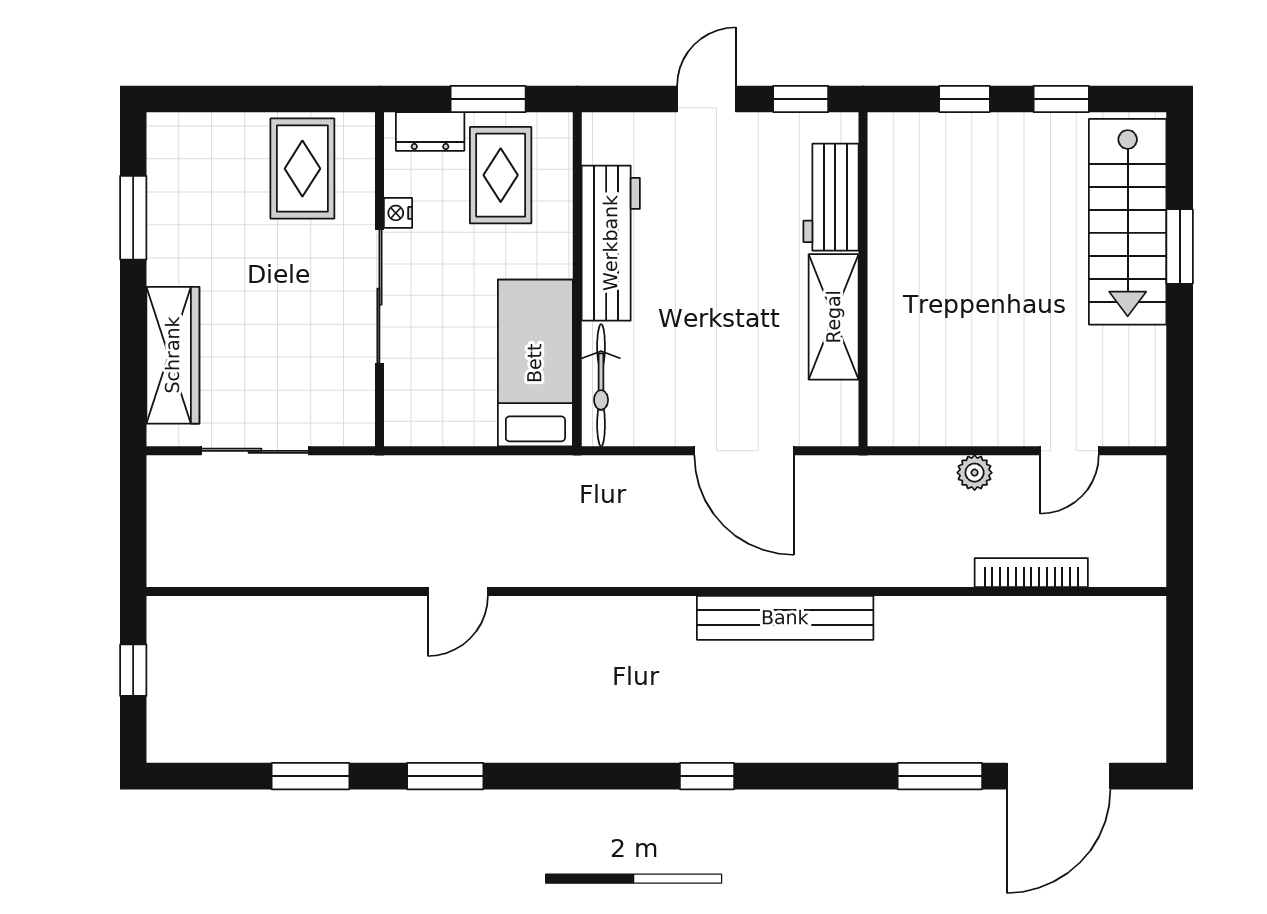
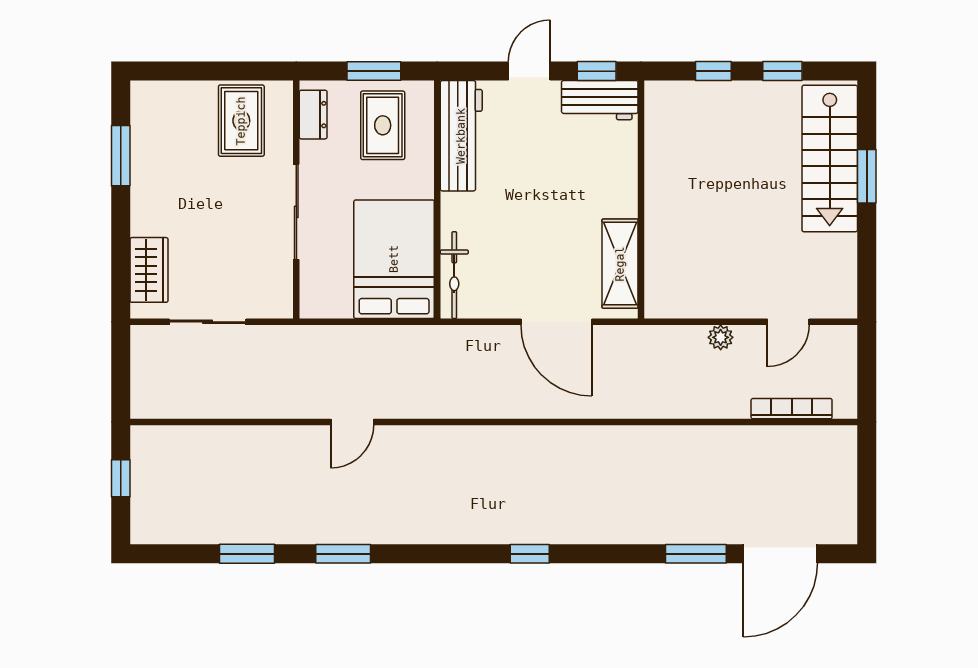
dresser: (430, 132) -> (313, 115), moved, turned -90
workbench: (831, 197) -> (600, 100), moved, turned -90
nightstand: (398, 213) -> (310, 152), removed
workbench: (611, 243) -> (461, 136), moved
shelving: (834, 317) -> (620, 264), moved
wardrobe: (173, 355) -> (149, 270), width x0.67
bed: (535, 363) -> (394, 259), width x1.50
bookcase: (1031, 573) -> (792, 409), moved
bench: (785, 618) -> (585, 441), removed

